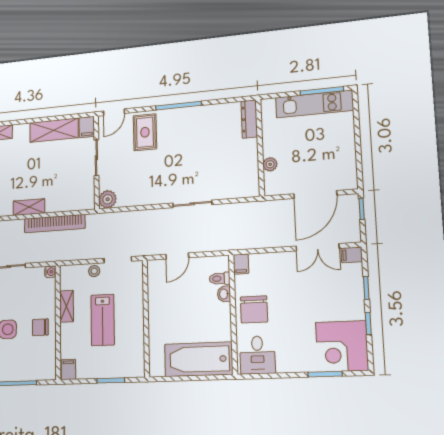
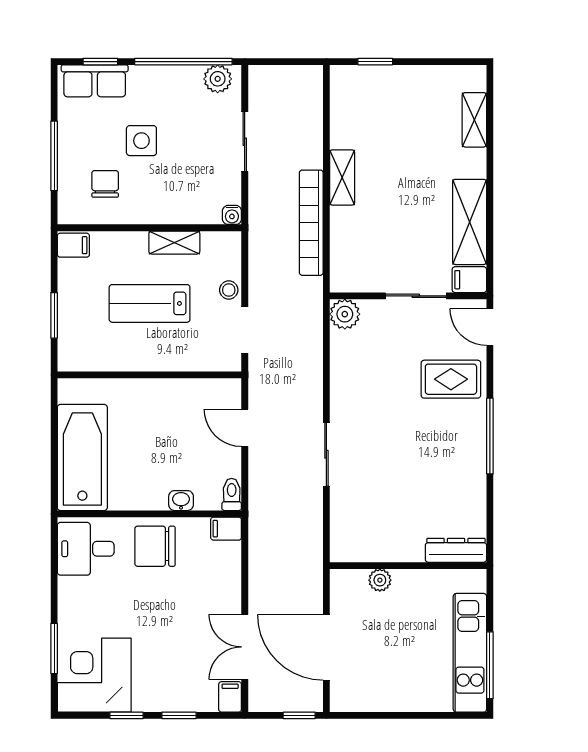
toilet: (220, 279) -> (232, 494), moved
chair: (40, 327) -> (105, 184), moved

